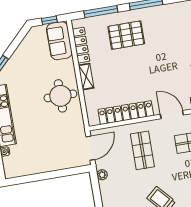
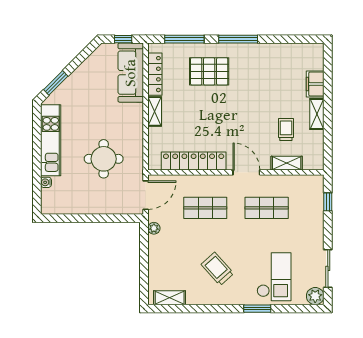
sofa: (59, 41) -> (131, 73), width x1.36
round table: (60, 96) -> (104, 159), moved
shop shelf: (142, 150) -> (205, 208), turned 90

